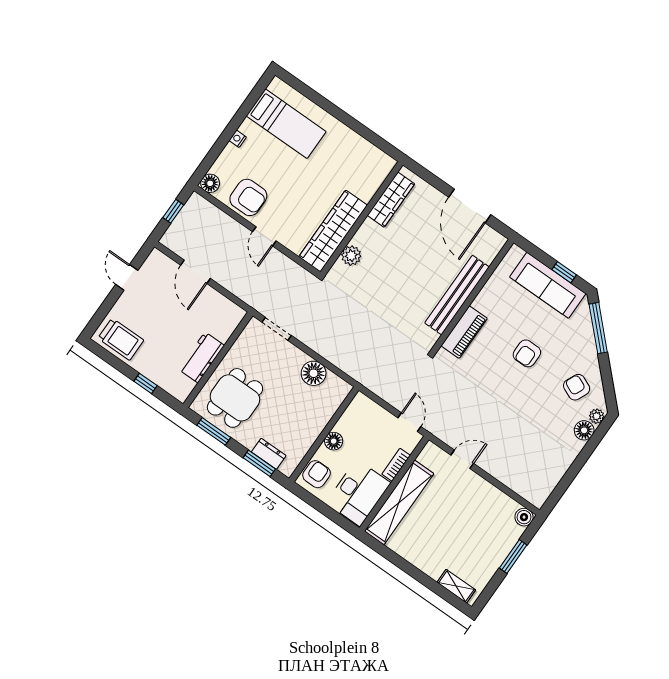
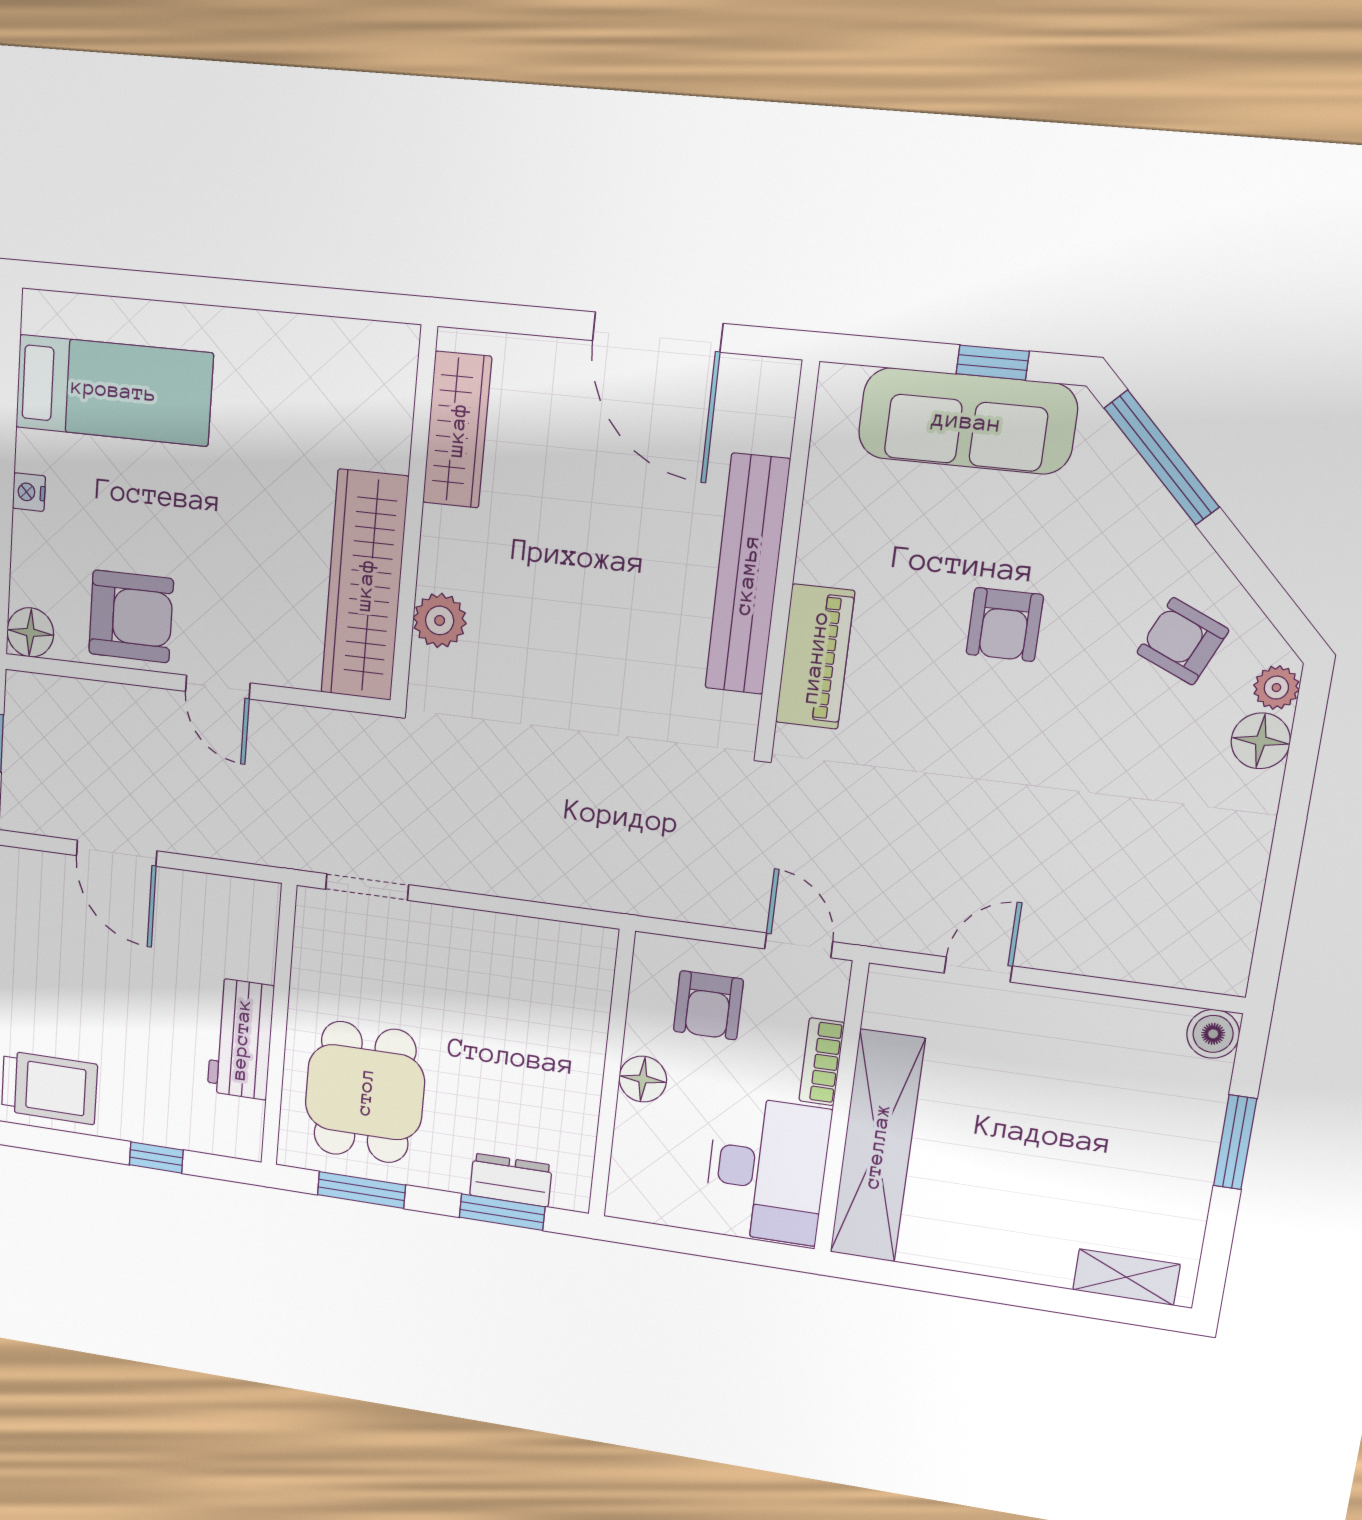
floor lamp: (314, 373) -> (509, 946), removed
armchair: (317, 474) -> (708, 1005), moved, turned 180

